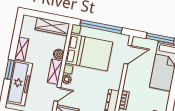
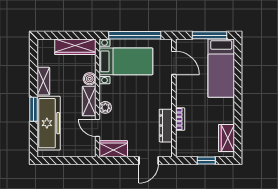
bed with nightstands: (89, 52) -> (126, 61), width x0.73
door: (128, 55) -> (174, 63), hinge flipped
door: (57, 94) -> (98, 128), swing flipped

